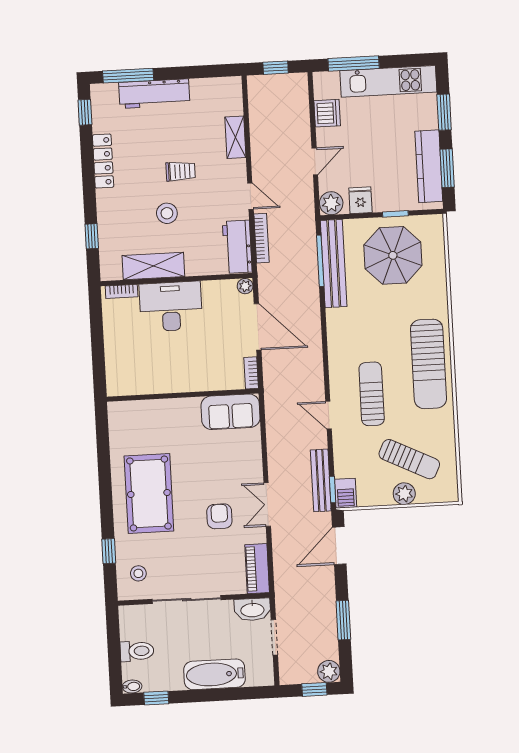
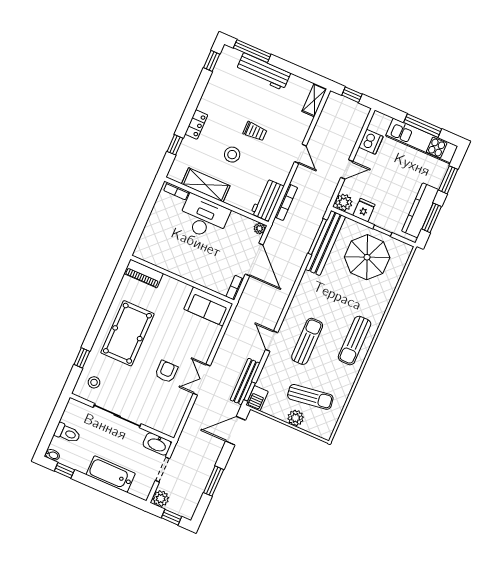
window: (354, 63) -> (423, 126), moved
shelving: (235, 137) -> (314, 100), moved
locker: (103, 161) -> (196, 124), moved, width x0.66
door: (250, 196) -> (300, 154), moved
sun lounger: (428, 364) -> (355, 340), width x0.73, depth x0.75
sun lounger: (409, 459) -> (310, 397), turned -34
piano: (257, 569) -> (144, 273), moved, turned -90
plant: (329, 671) -> (161, 499), moved

